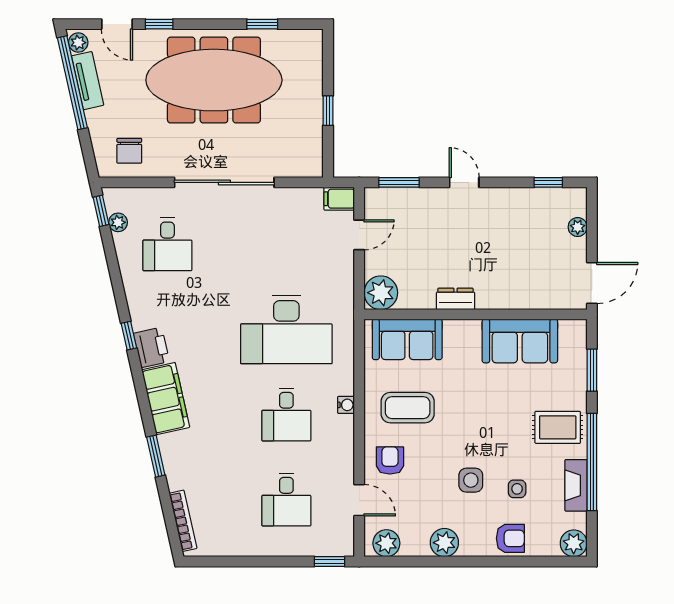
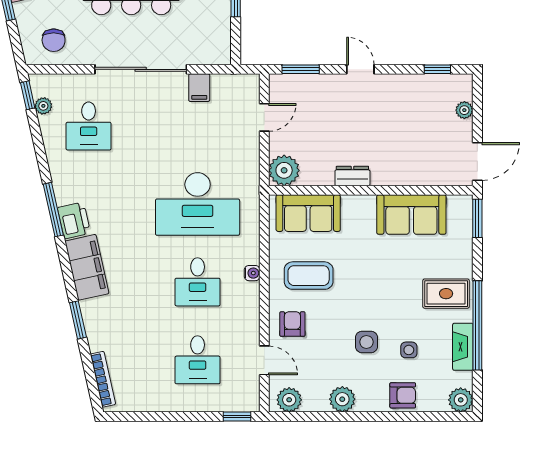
filing cabinet: (339, 199) -> (199, 88), moved, turned -90
window: (129, 336) -> (53, 210), width x2.17
window: (592, 370) -> (477, 218), moved

